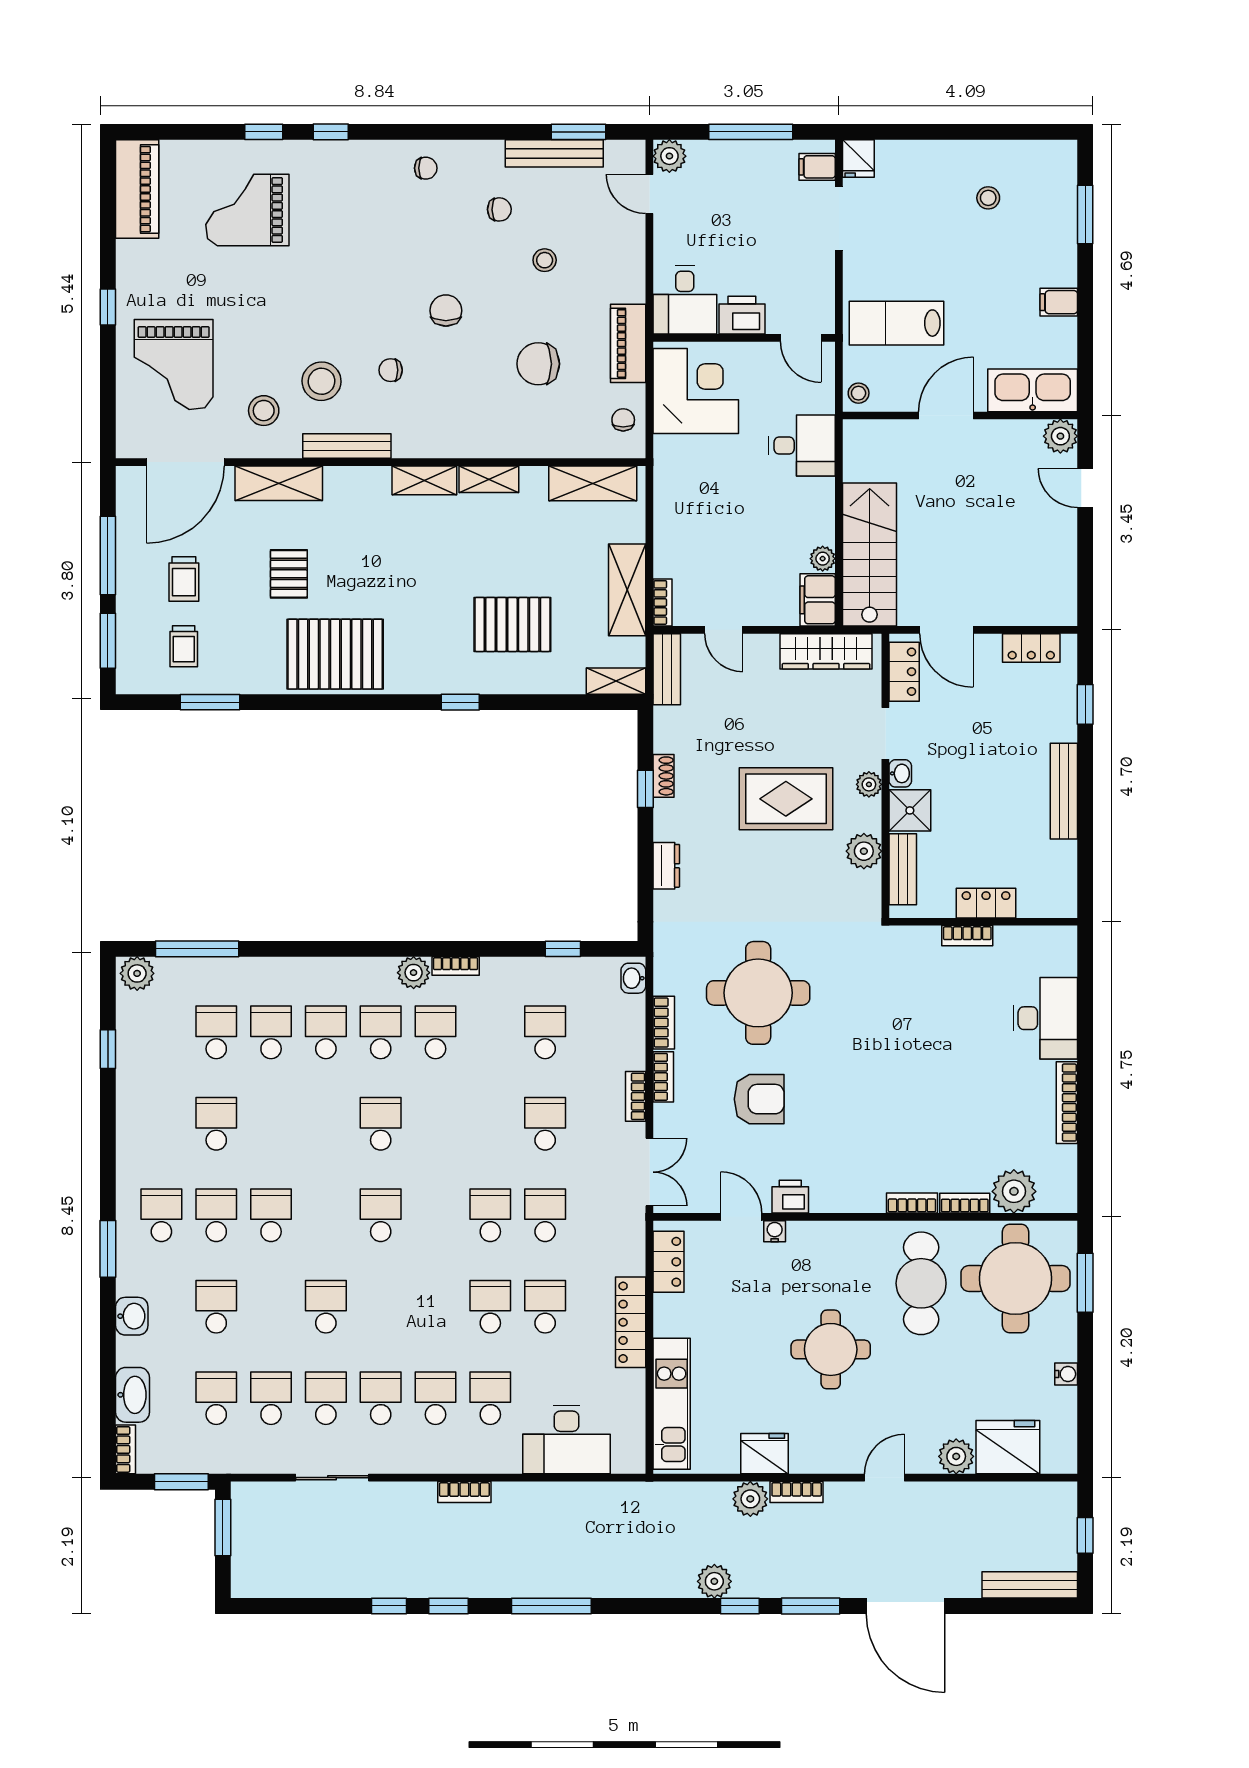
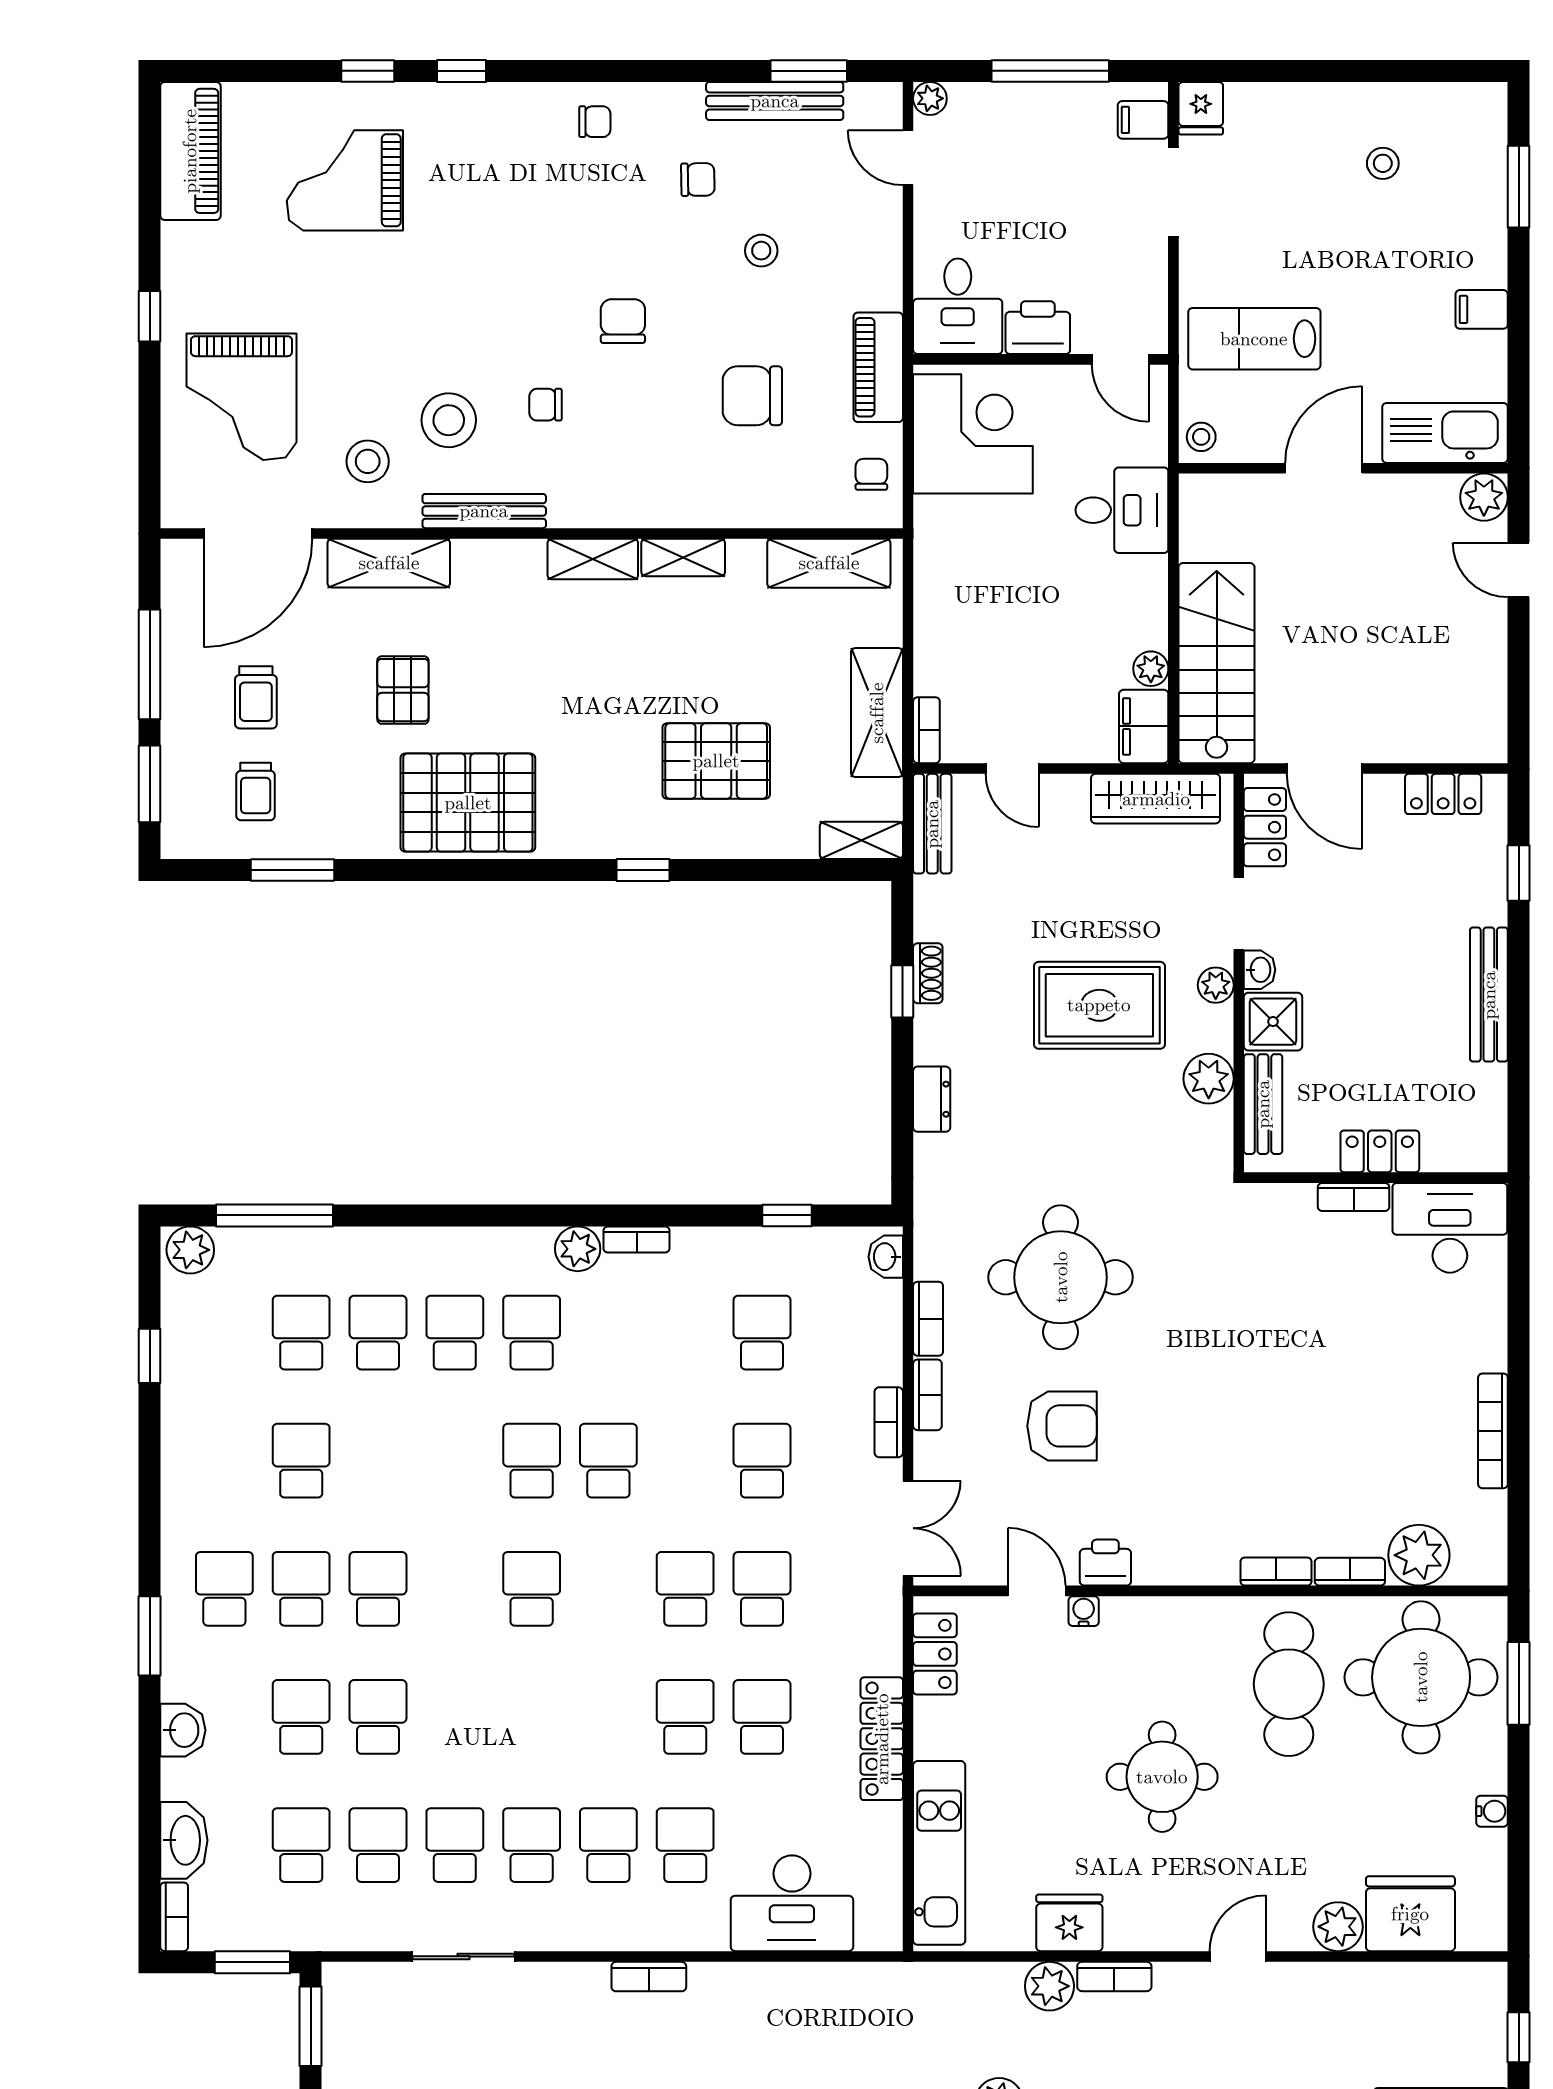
plant: (669, 156) -> (930, 98), width x0.73, depth x0.73
desk: (1045, 1018) -> (1450, 1228), moved, turned -90
school desk: (435, 1032) -> (608, 1461), moved
school desk: (326, 1307) -> (378, 1717), moved

